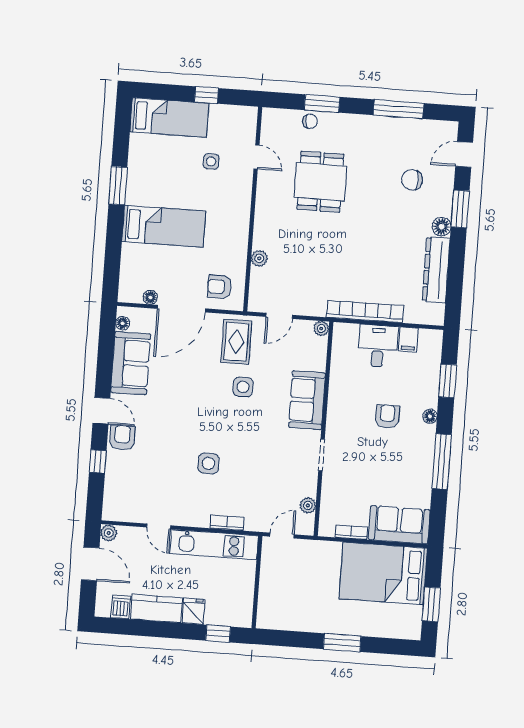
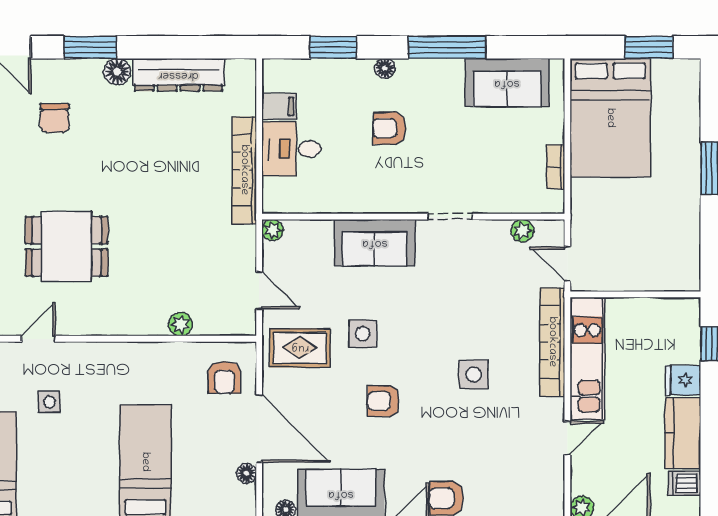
armchair: (194, 398) -> (383, 401), added
bookcase: (227, 523) -> (552, 342), width x2.31, depth x1.31
sofa: (399, 525) -> (507, 83), moved, turned -90

